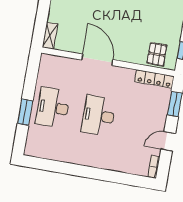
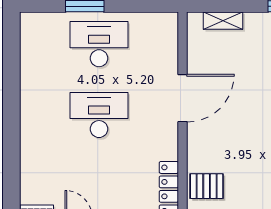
shelving: (50, 36) -> (223, 21), moved

